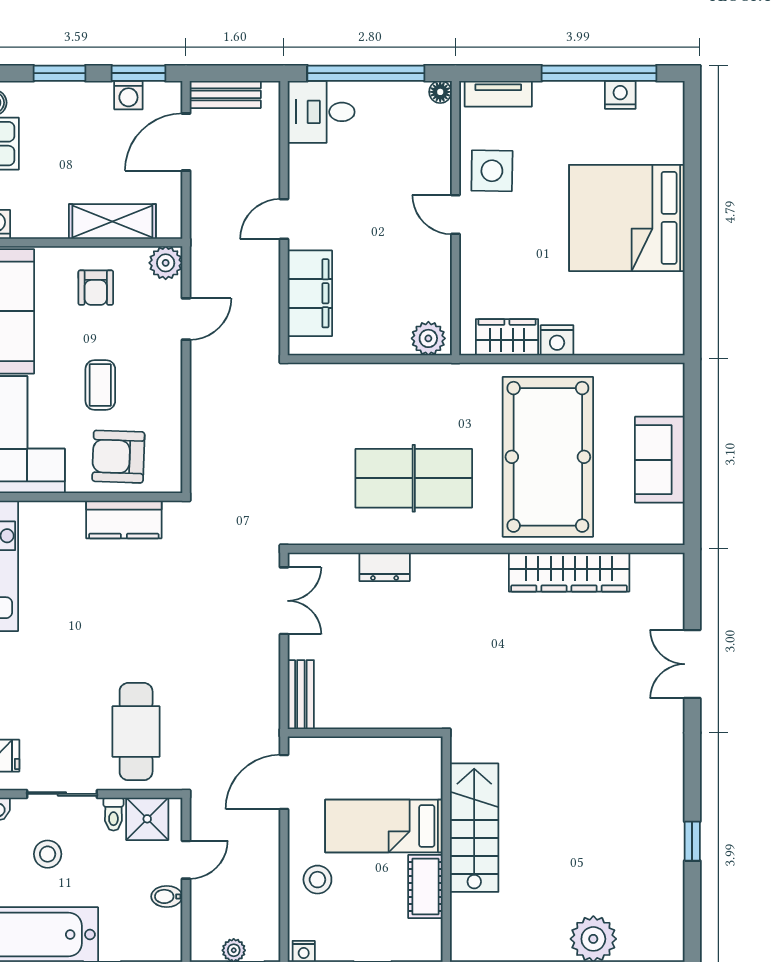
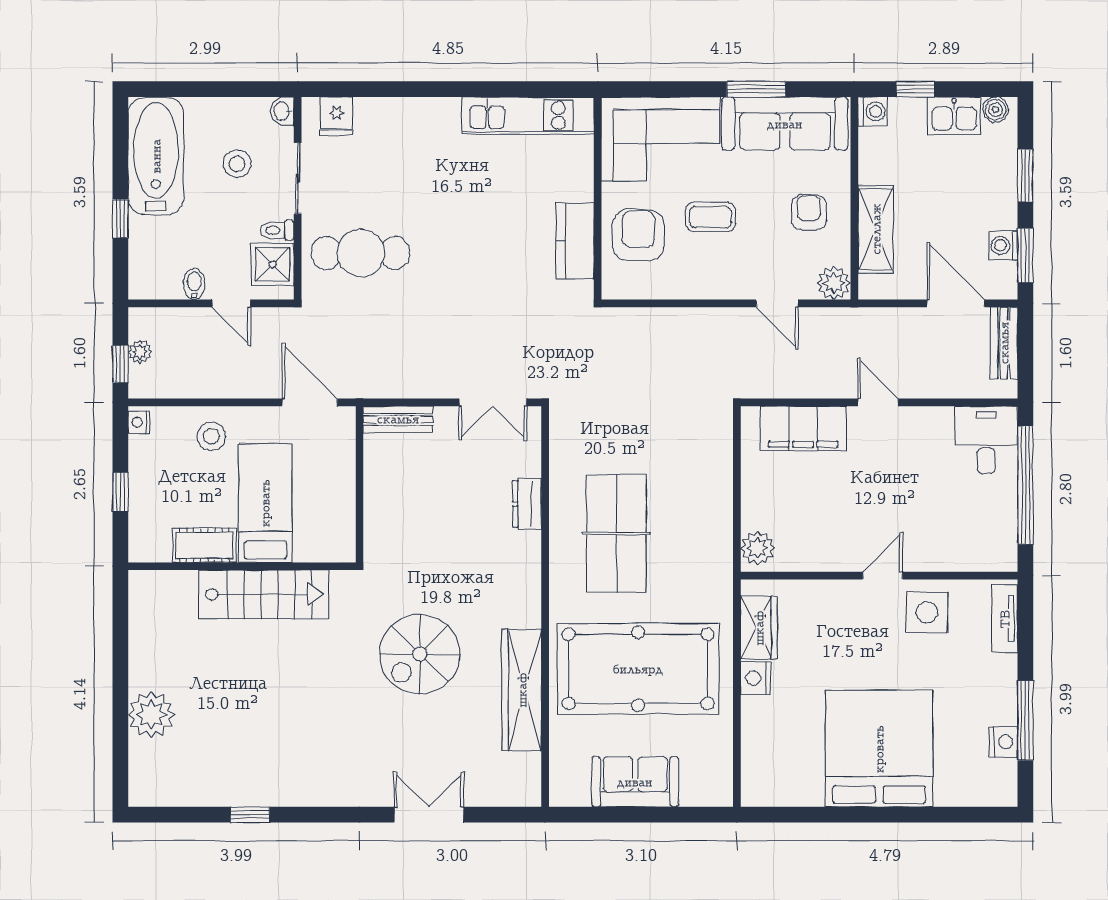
window: (599, 73) -> (1025, 720), width x0.68
floor lamp: (440, 92) -> (1006, 560), removed
armchair: (96, 288) -> (809, 212), turned 90
spiral stairs: (533, 673) -> (420, 654), added

